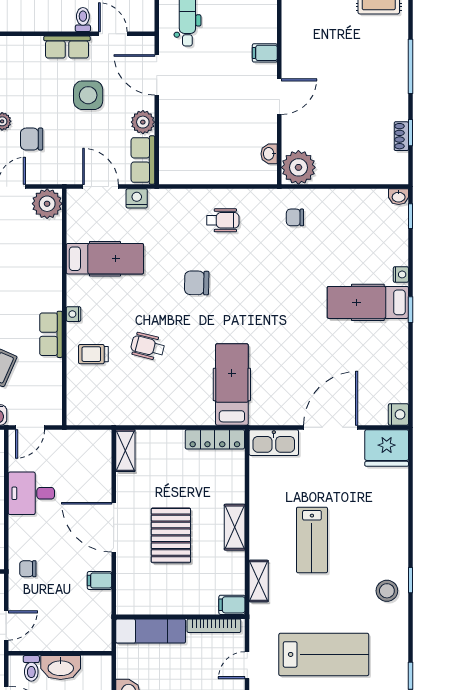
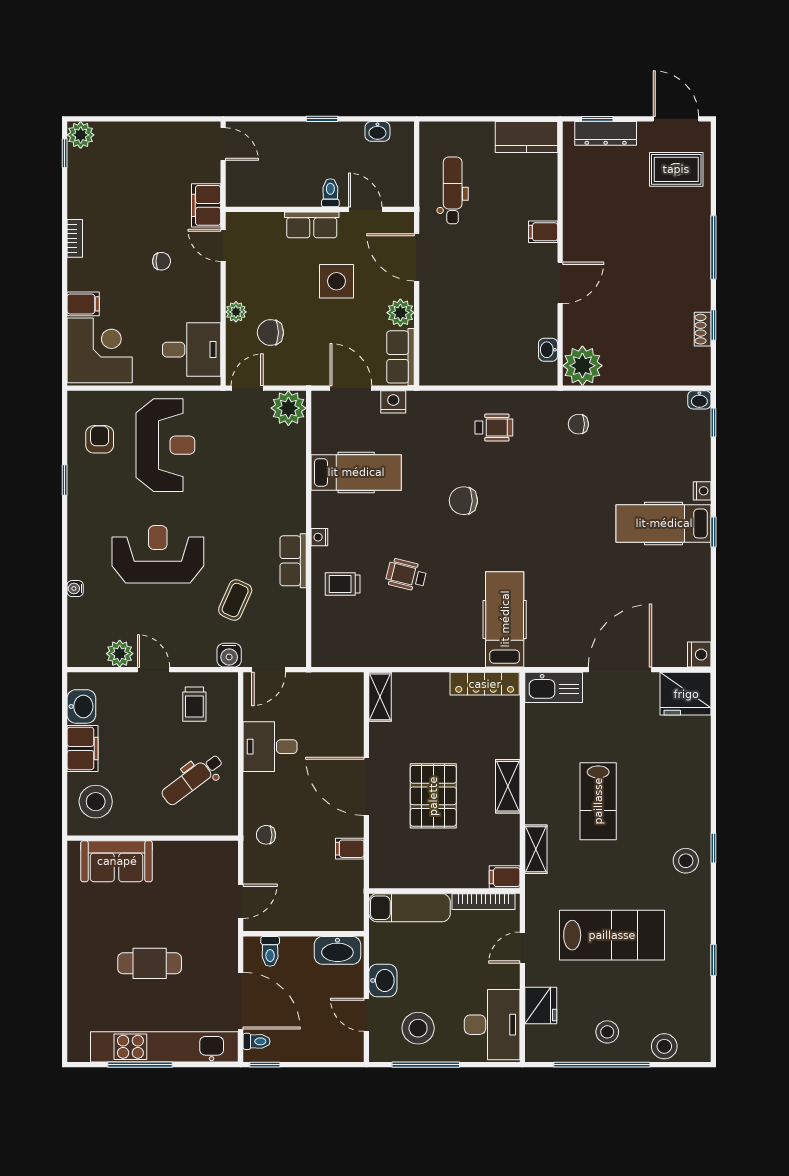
washbasin: (61, 667) -> (337, 950), moved

